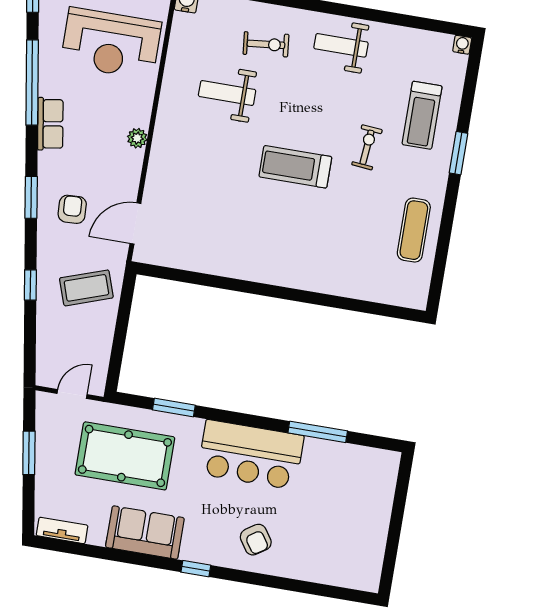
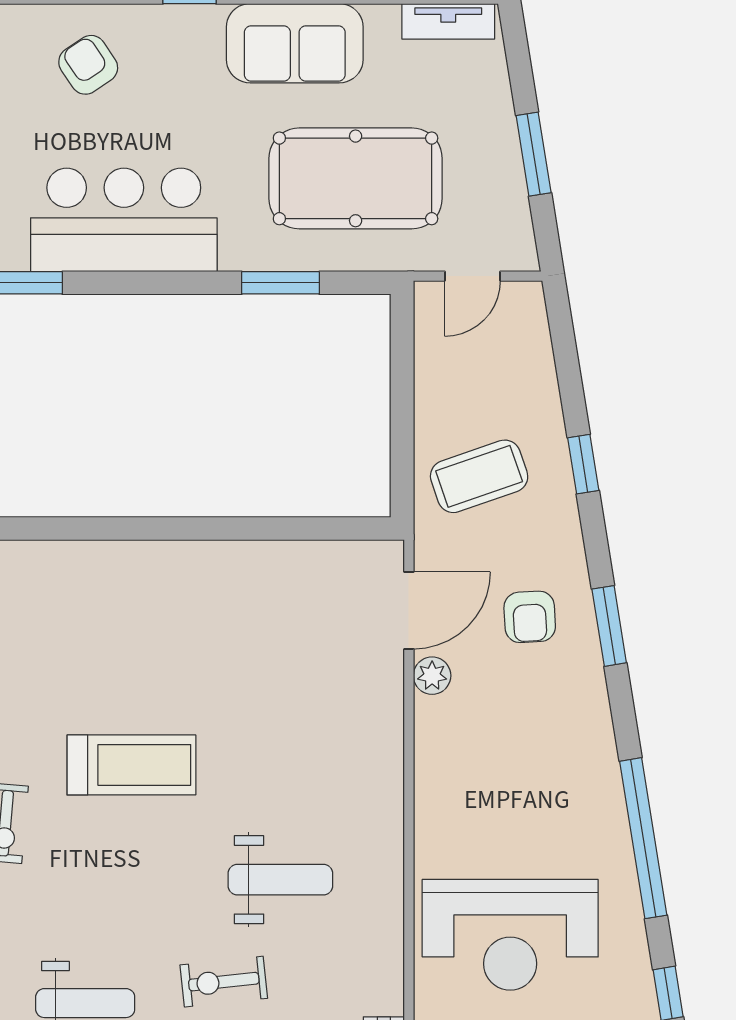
reception desk: (111, 43) -> (510, 935), turned 180
row of seats: (50, 124) -> (597, 768), removed
plant: (137, 138) -> (432, 676), moved

